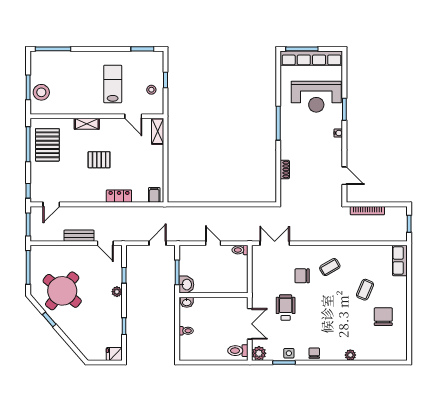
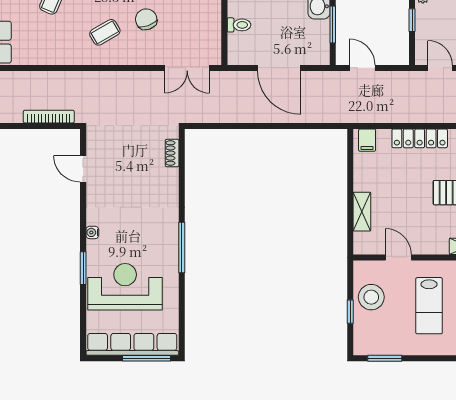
stool: (151, 90) -> (371, 297), width x1.89, depth x1.89
shelving: (158, 131) -> (362, 212), moved
shoe rack: (285, 169) -> (172, 153), moved
locker: (119, 196) -> (420, 138), width x1.53
door: (158, 243) -> (362, 68), swing flipped
door: (213, 243) -> (279, 68), width x1.88
toilet: (240, 250) -> (239, 25), moved
chair: (302, 276) -> (146, 19), turned -110

